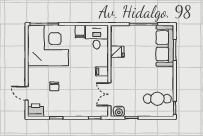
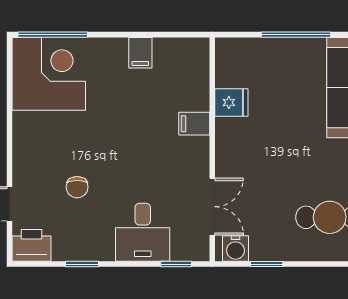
desk: (97, 37) -> (143, 232), moved, turned 180
corner desk: (48, 46) -> (49, 74), width x0.74, depth x0.74
filing cabinet: (102, 71) -> (194, 124), moved
double door: (109, 94) -> (212, 207), swing flipped

